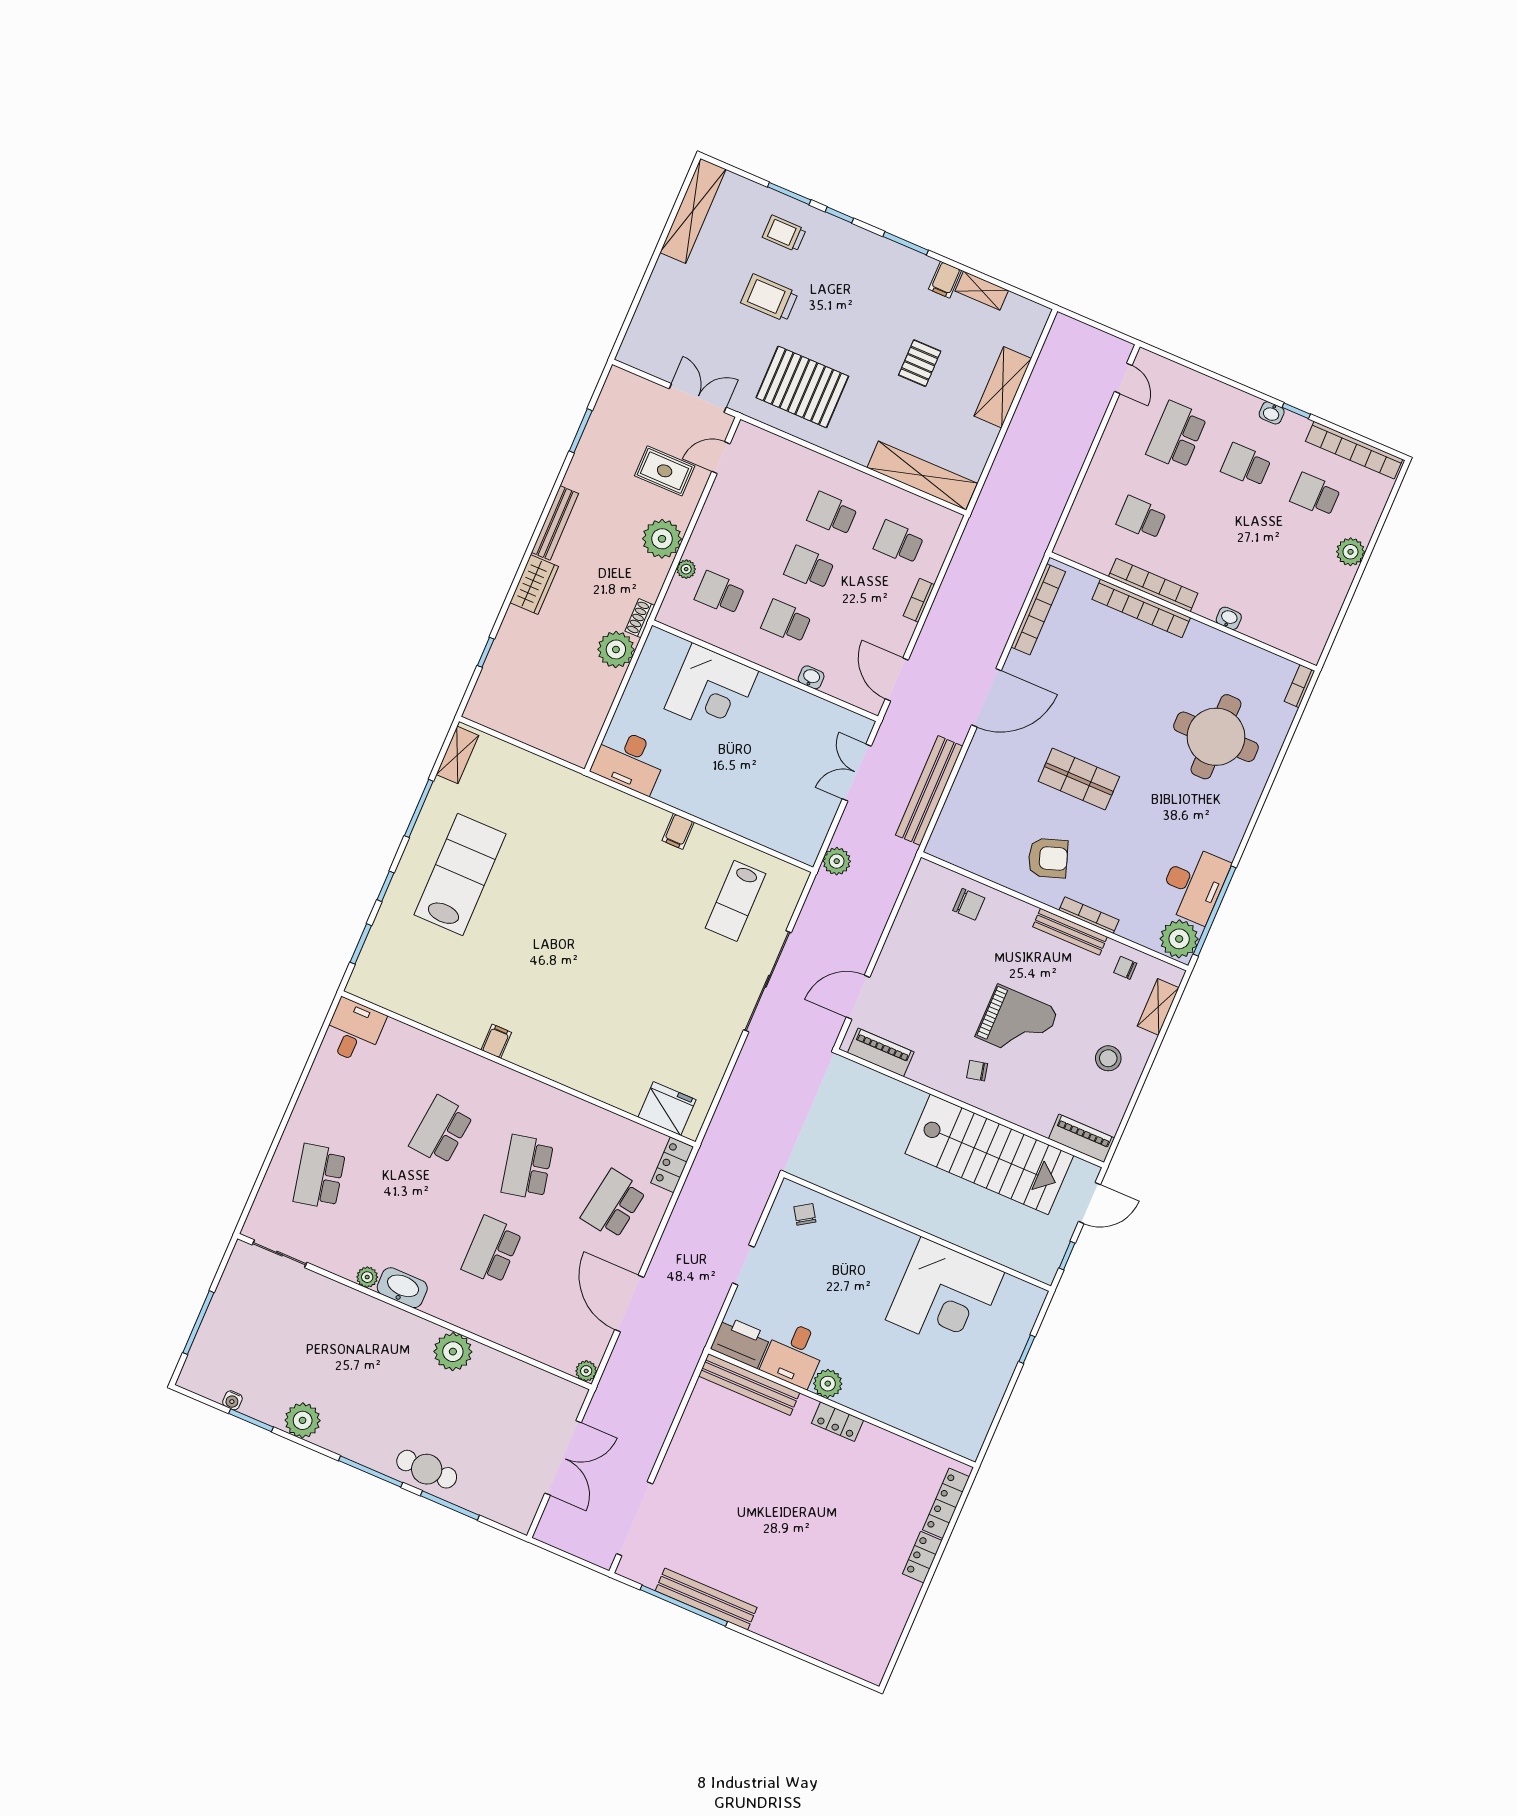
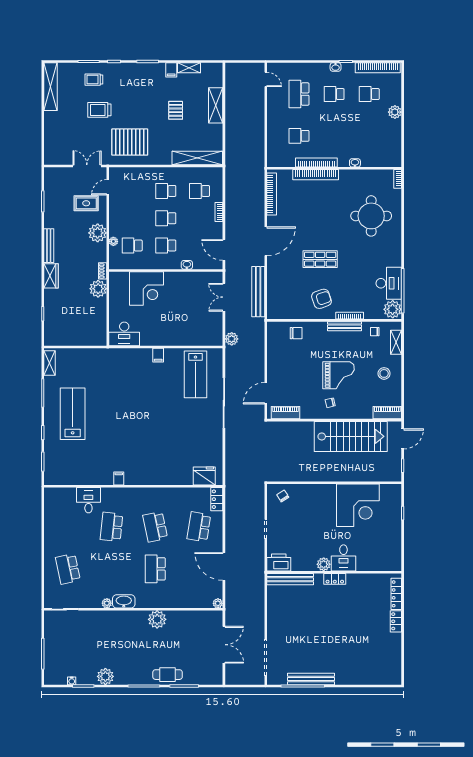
lab bench: (735, 901) -> (195, 374), width x1.36, depth x1.39
desk: (354, 1031) -> (88, 500), moved
desk: (794, 1354) -> (343, 558), moved

